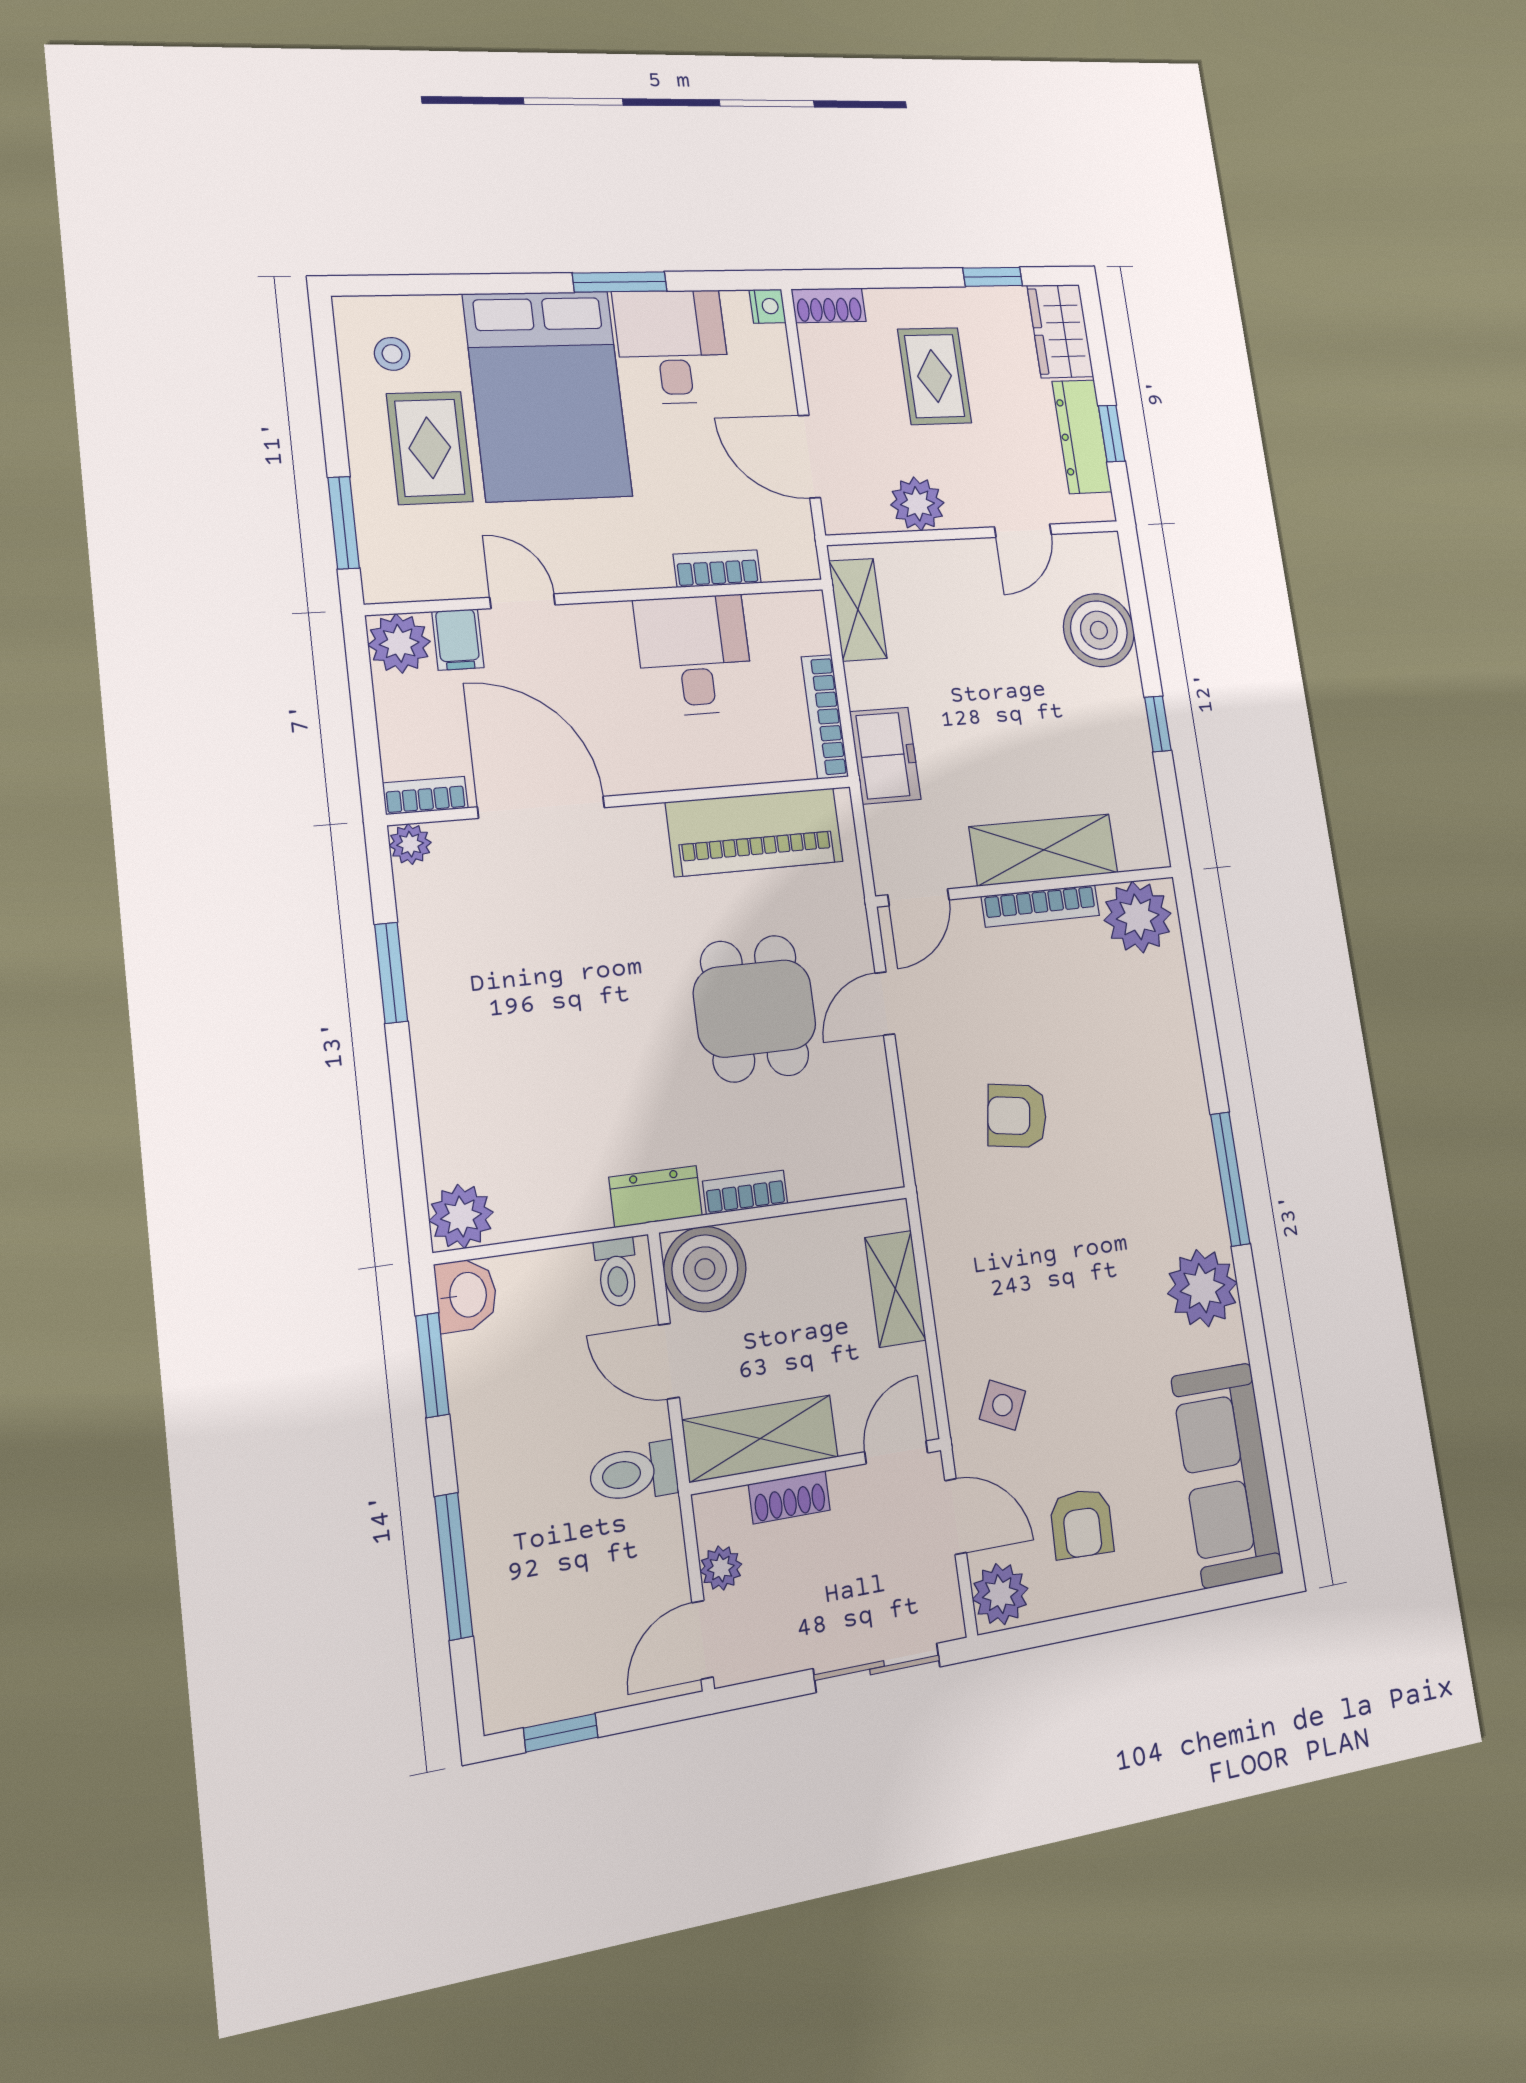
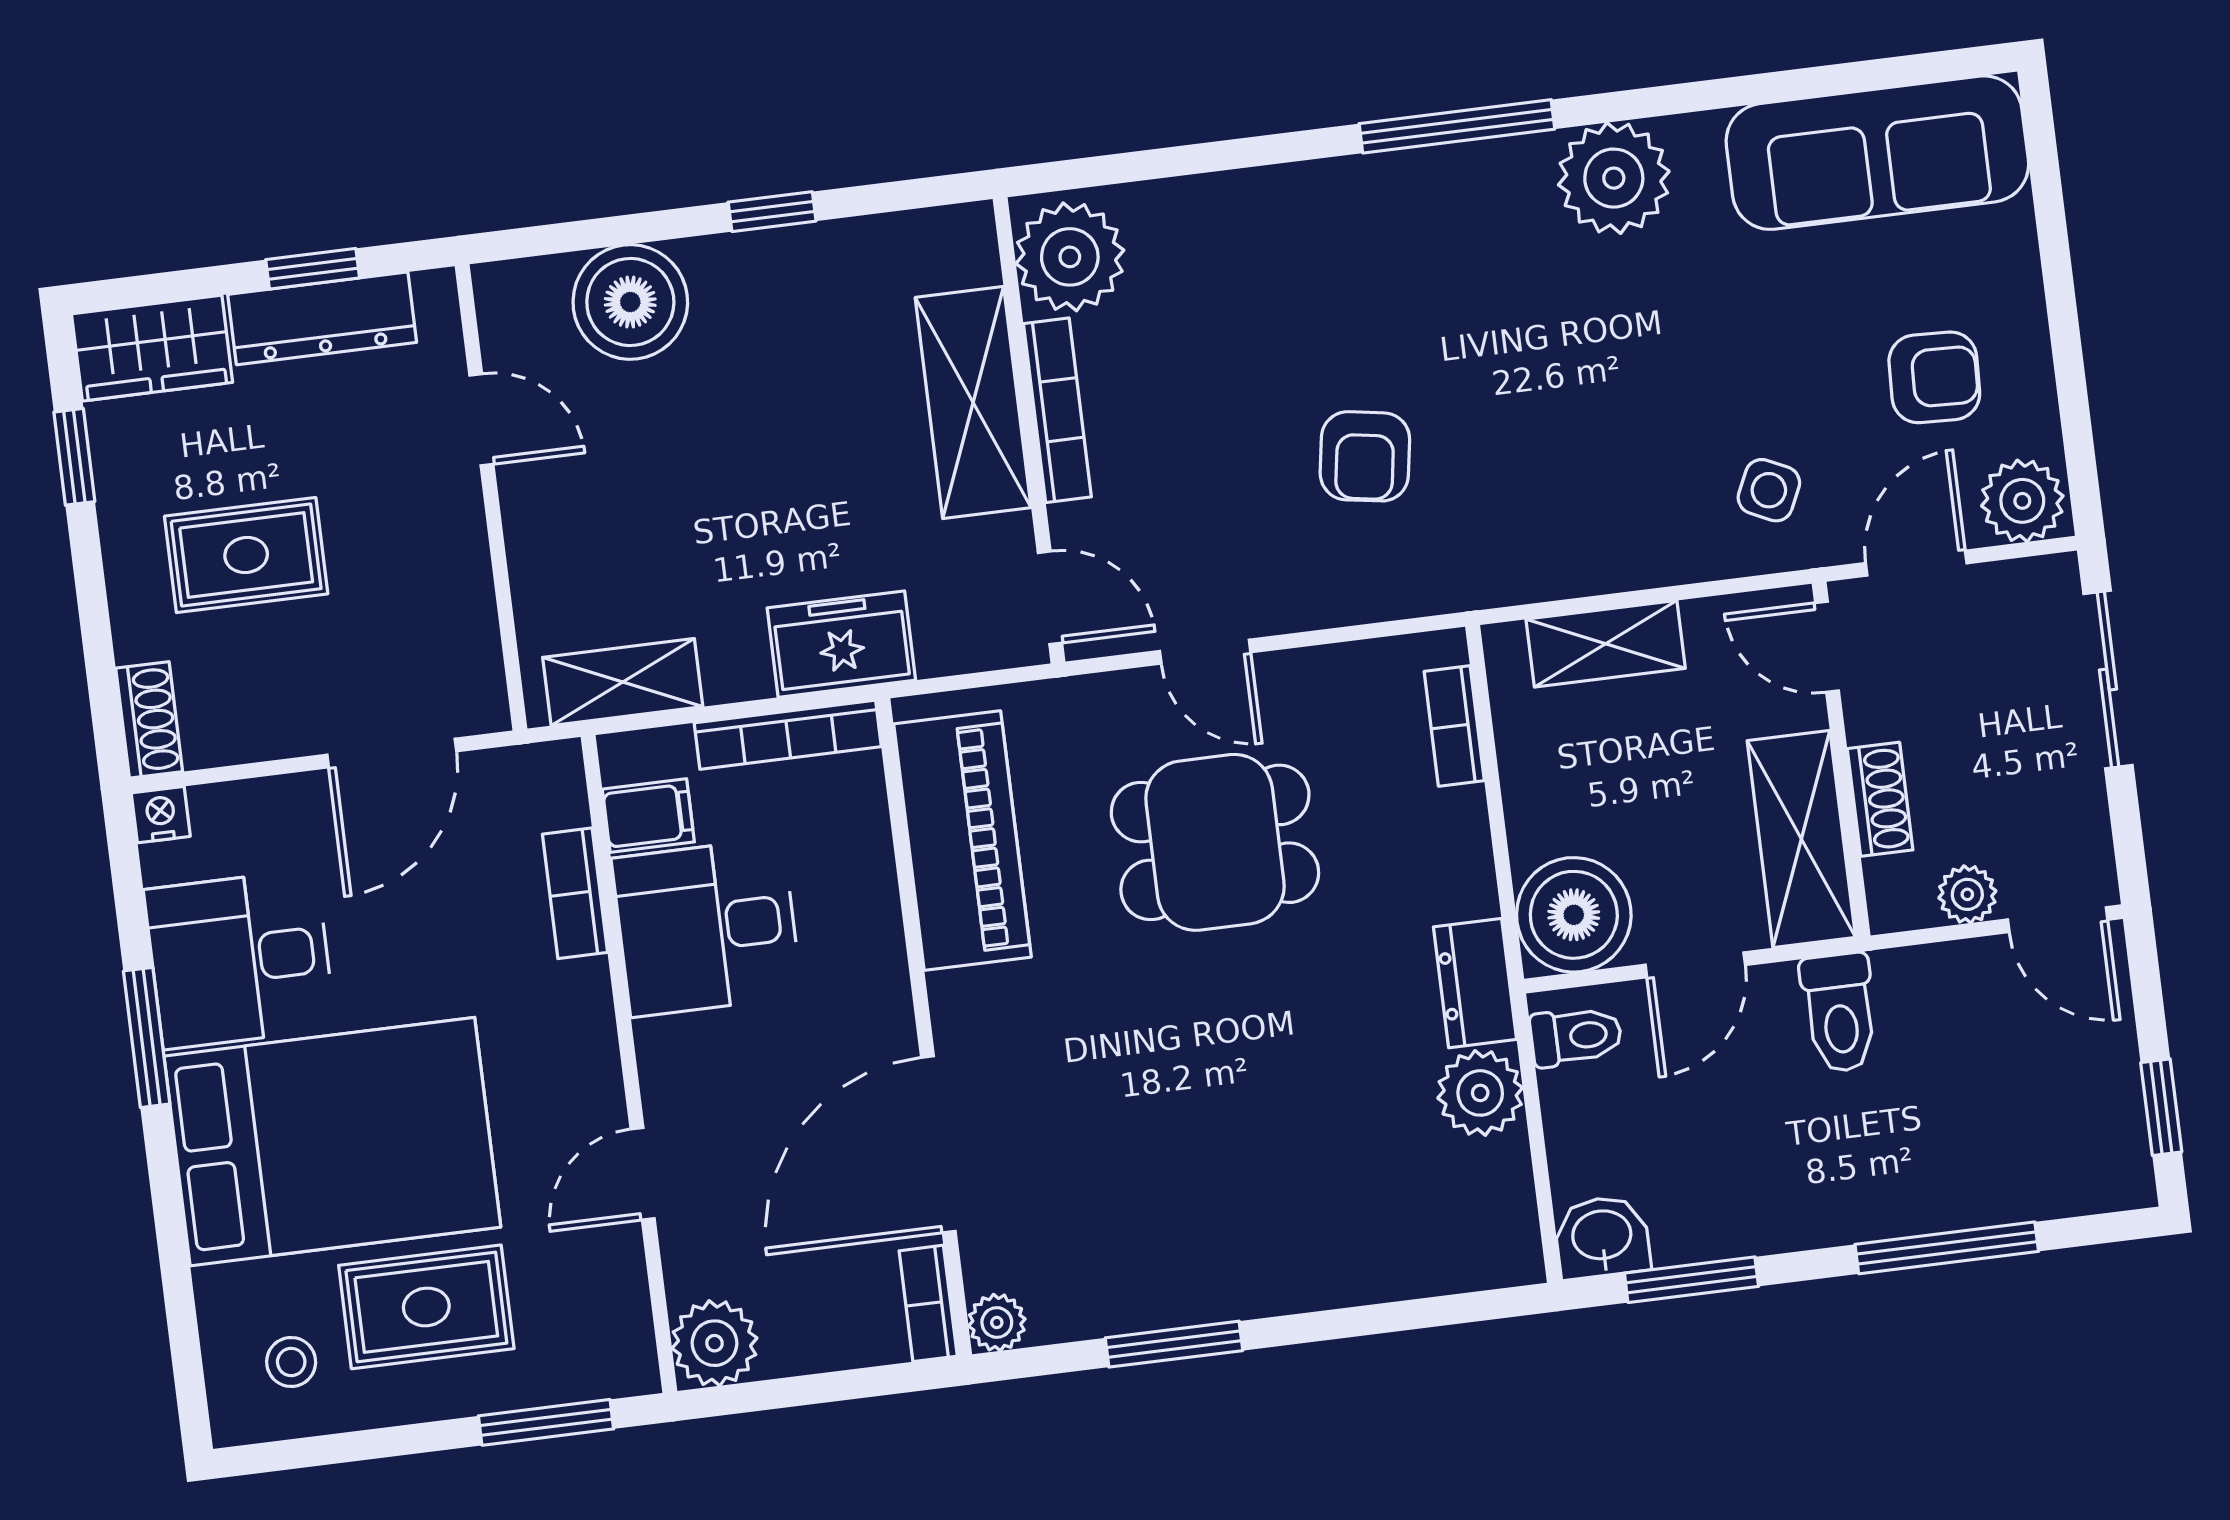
plant: (917, 504) -> (452, 587), removed
filing cabinet: (458, 639) -> (648, 815), moved
bookcase: (745, 1192) -> (1454, 726), moved
plant: (461, 1216) -> (1480, 1093), moved

